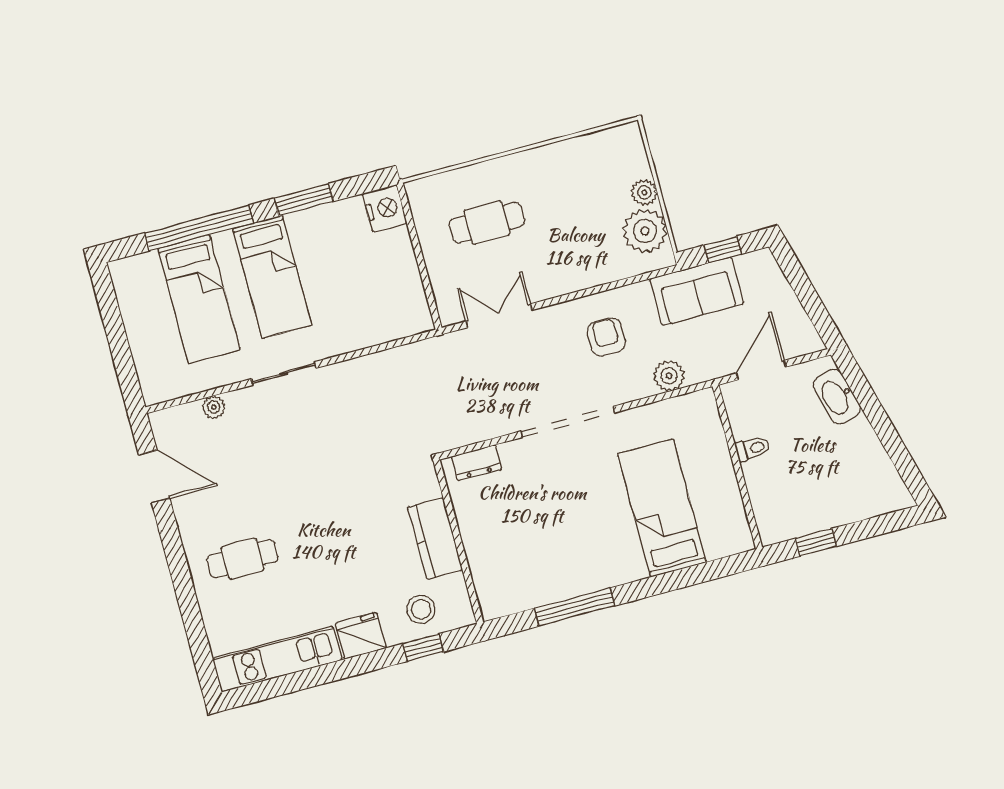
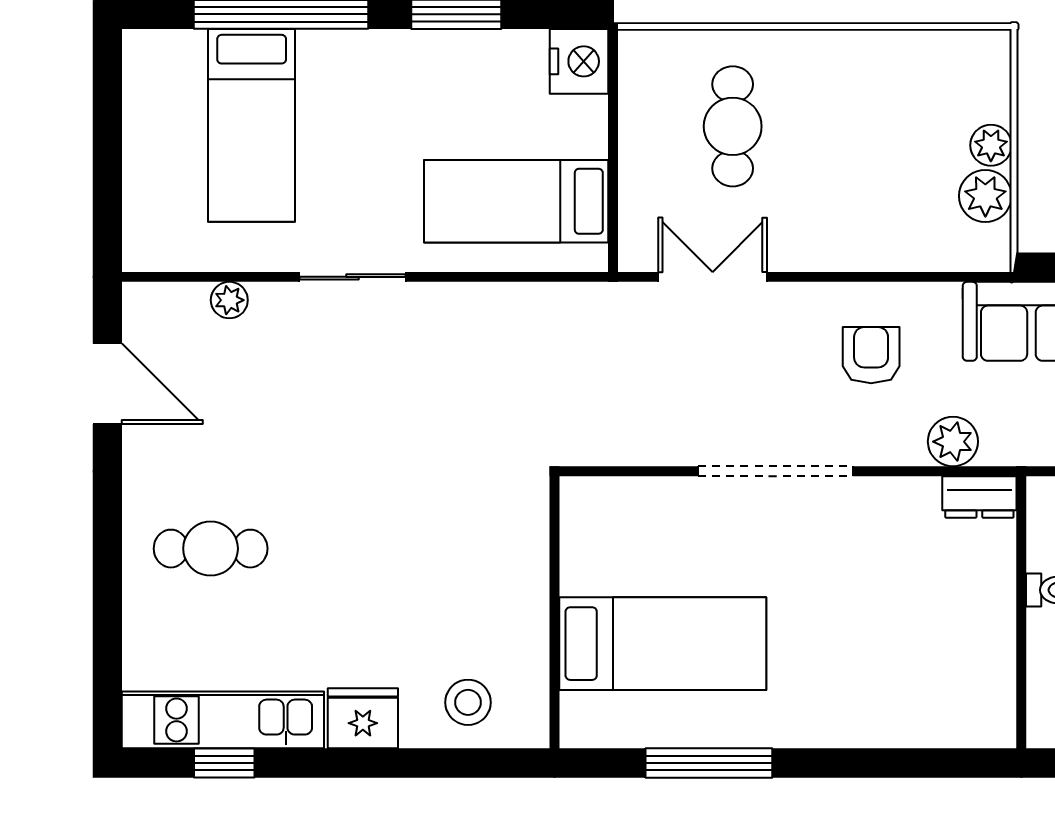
cafe table: (487, 223) -> (733, 126), turned 90
plant: (645, 231) -> (985, 196), width x0.73, depth x0.73
bed: (272, 277) -> (516, 201), moved, turned 90
dresser: (477, 463) -> (979, 497), moved
bed: (662, 508) -> (663, 644), moved, turned 90
kitchen counter: (435, 538) -> (519, 598), removed
window: (423, 648) -> (224, 763), moved

